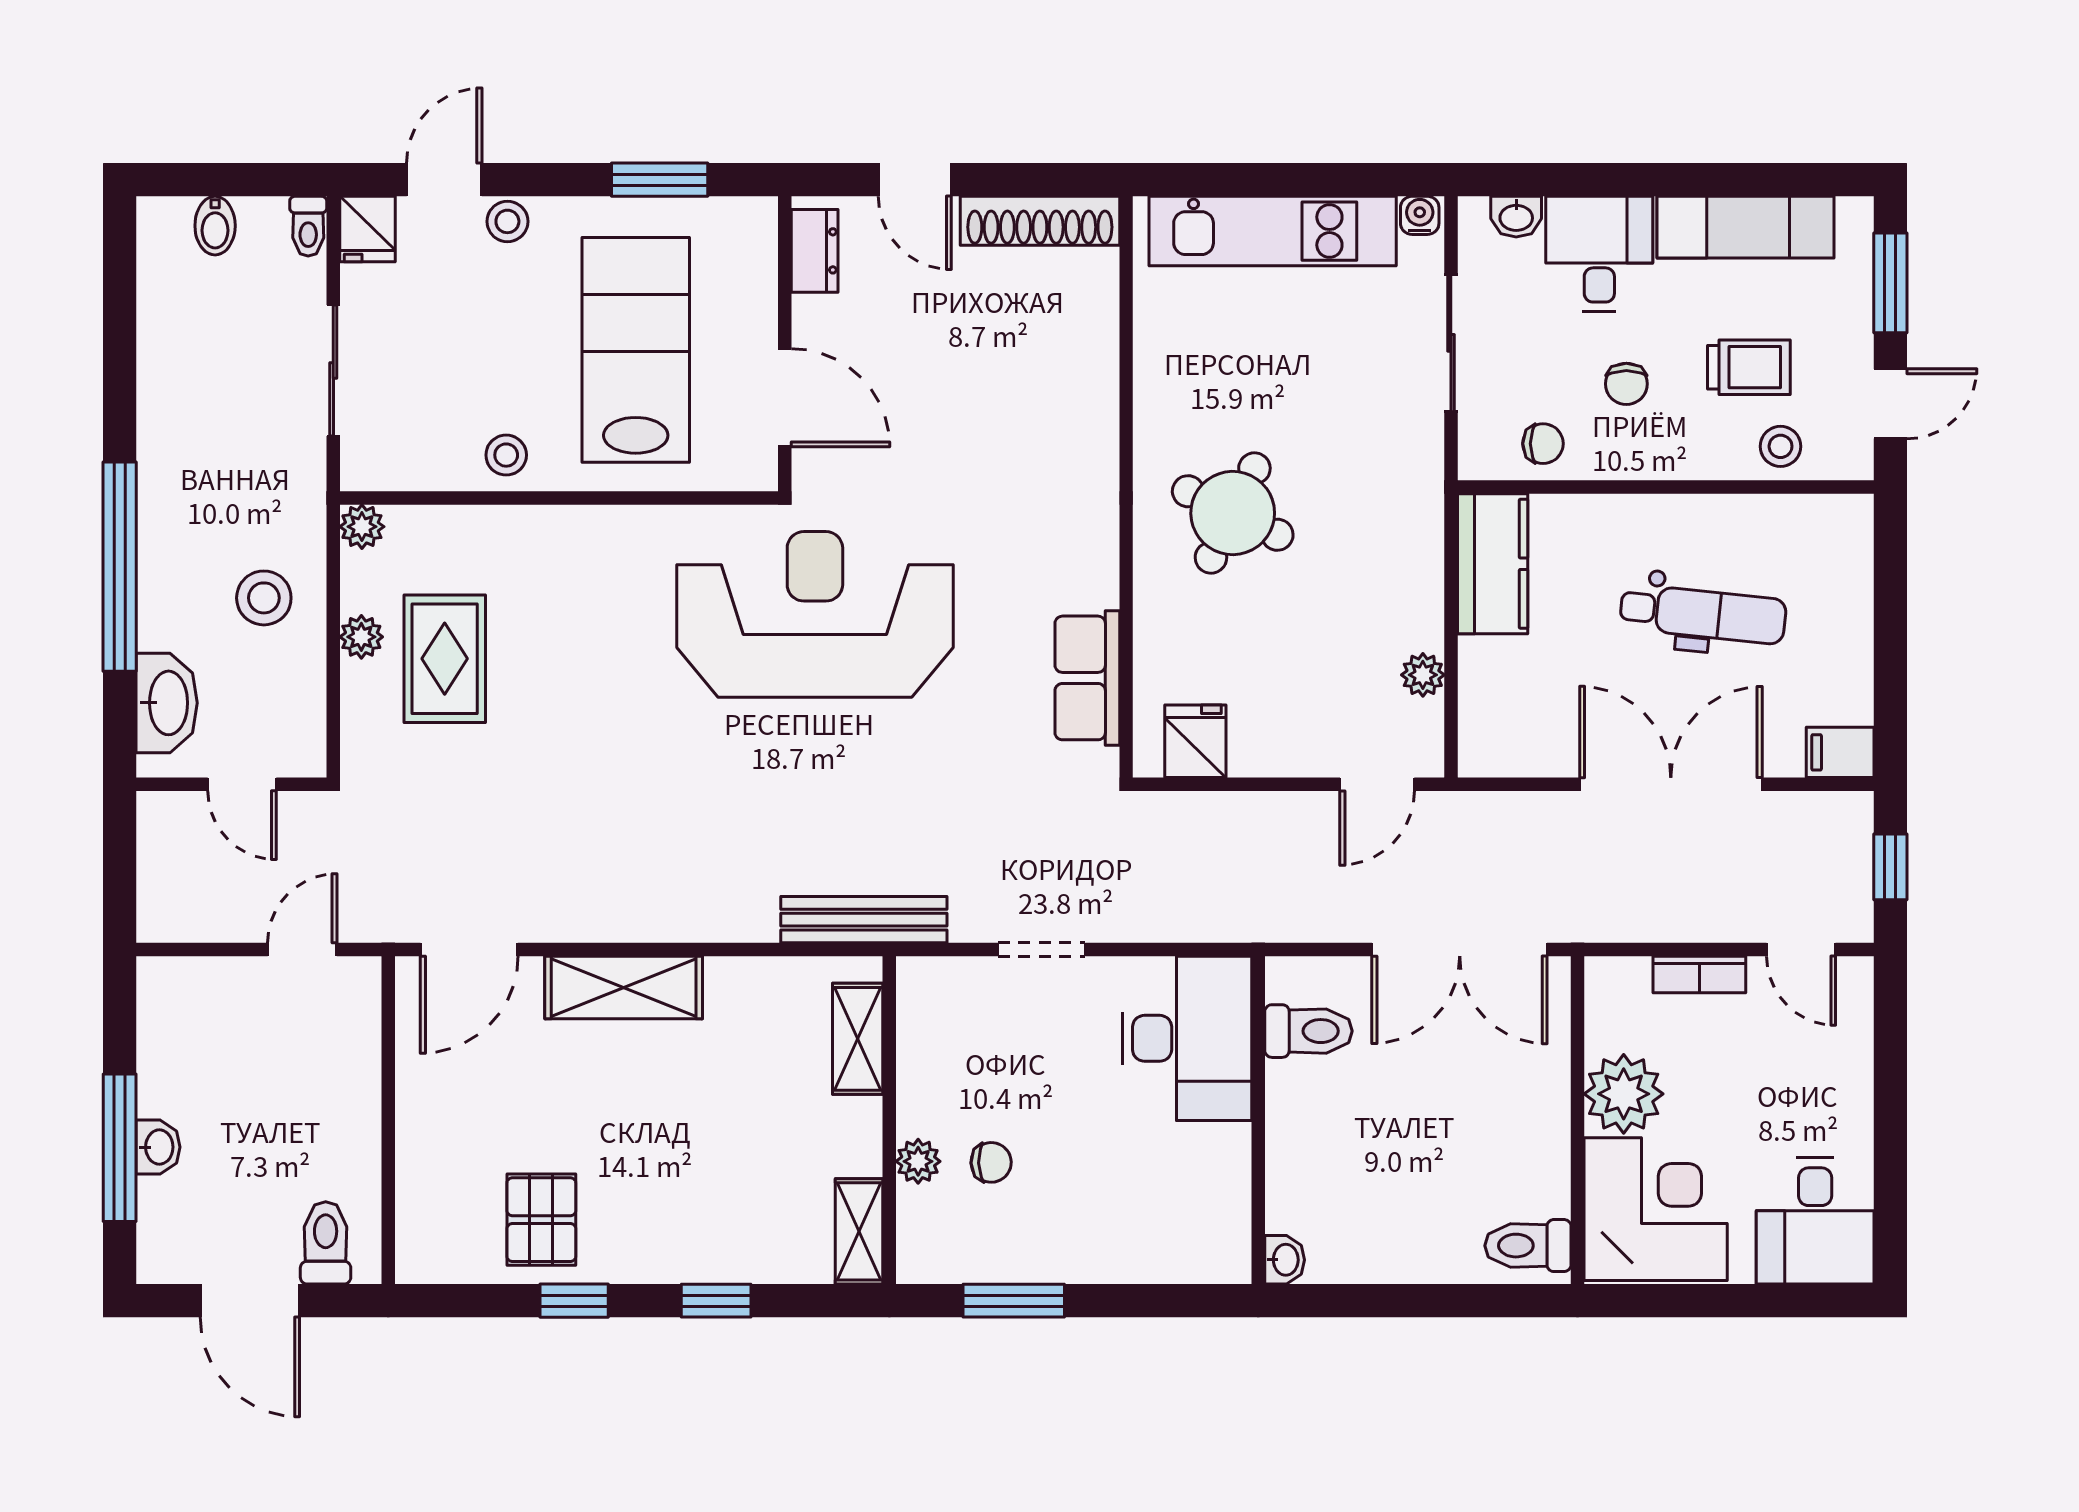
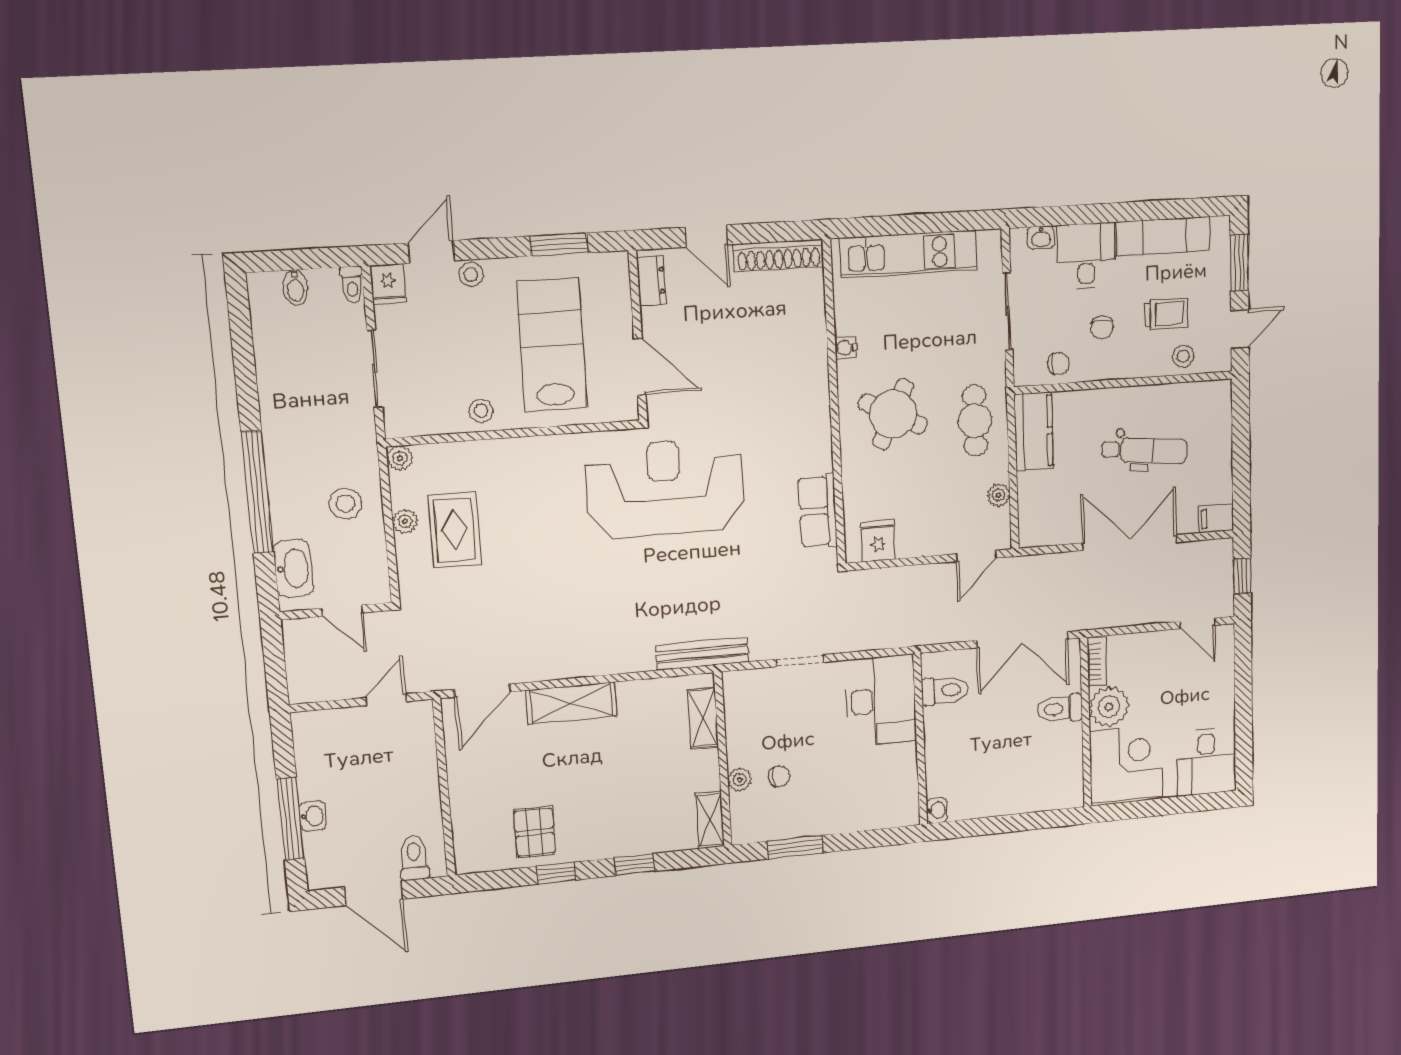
water cooler: (1420, 215) -> (846, 348), moved, turned -90
cafe table: (1383, 536) -> (975, 421), added
bookcase: (1699, 974) -> (1097, 661), moved, turned -90
toilet: (1528, 1246) -> (1060, 709), moved

